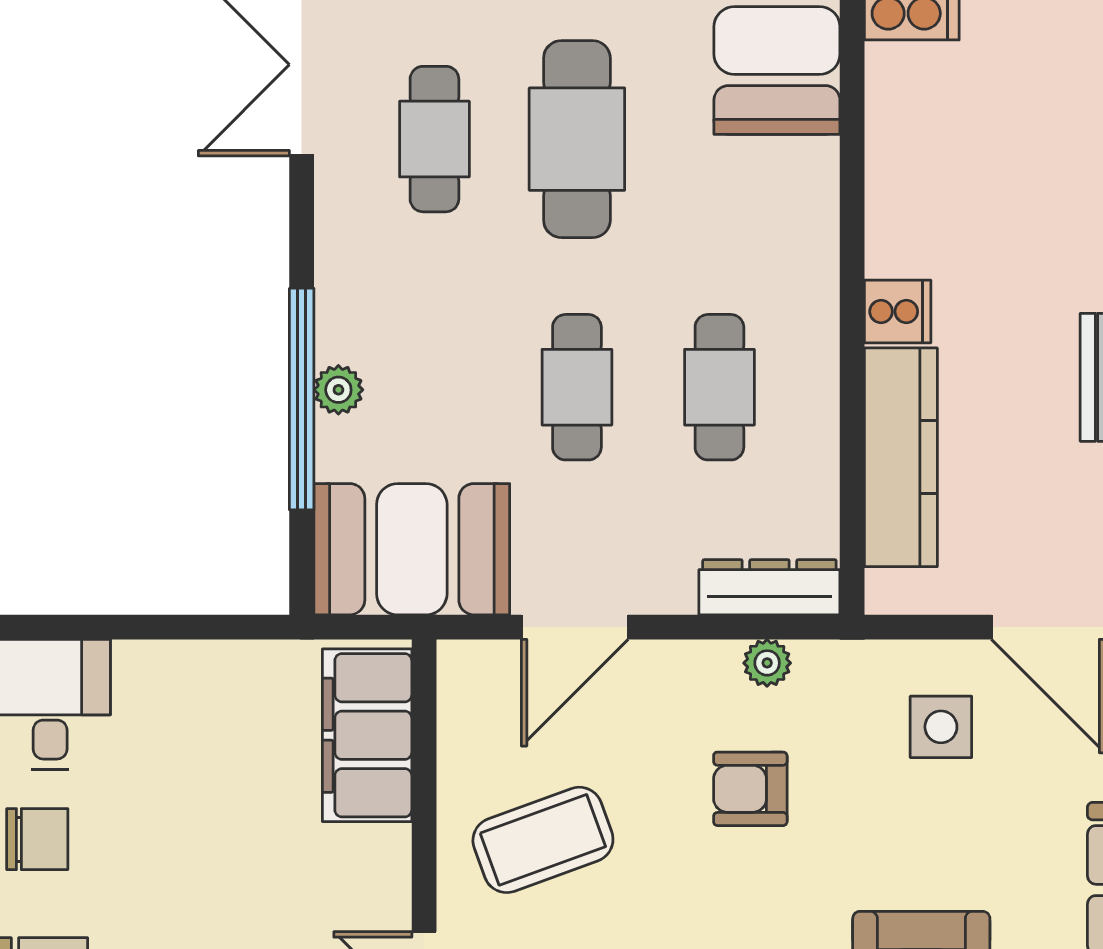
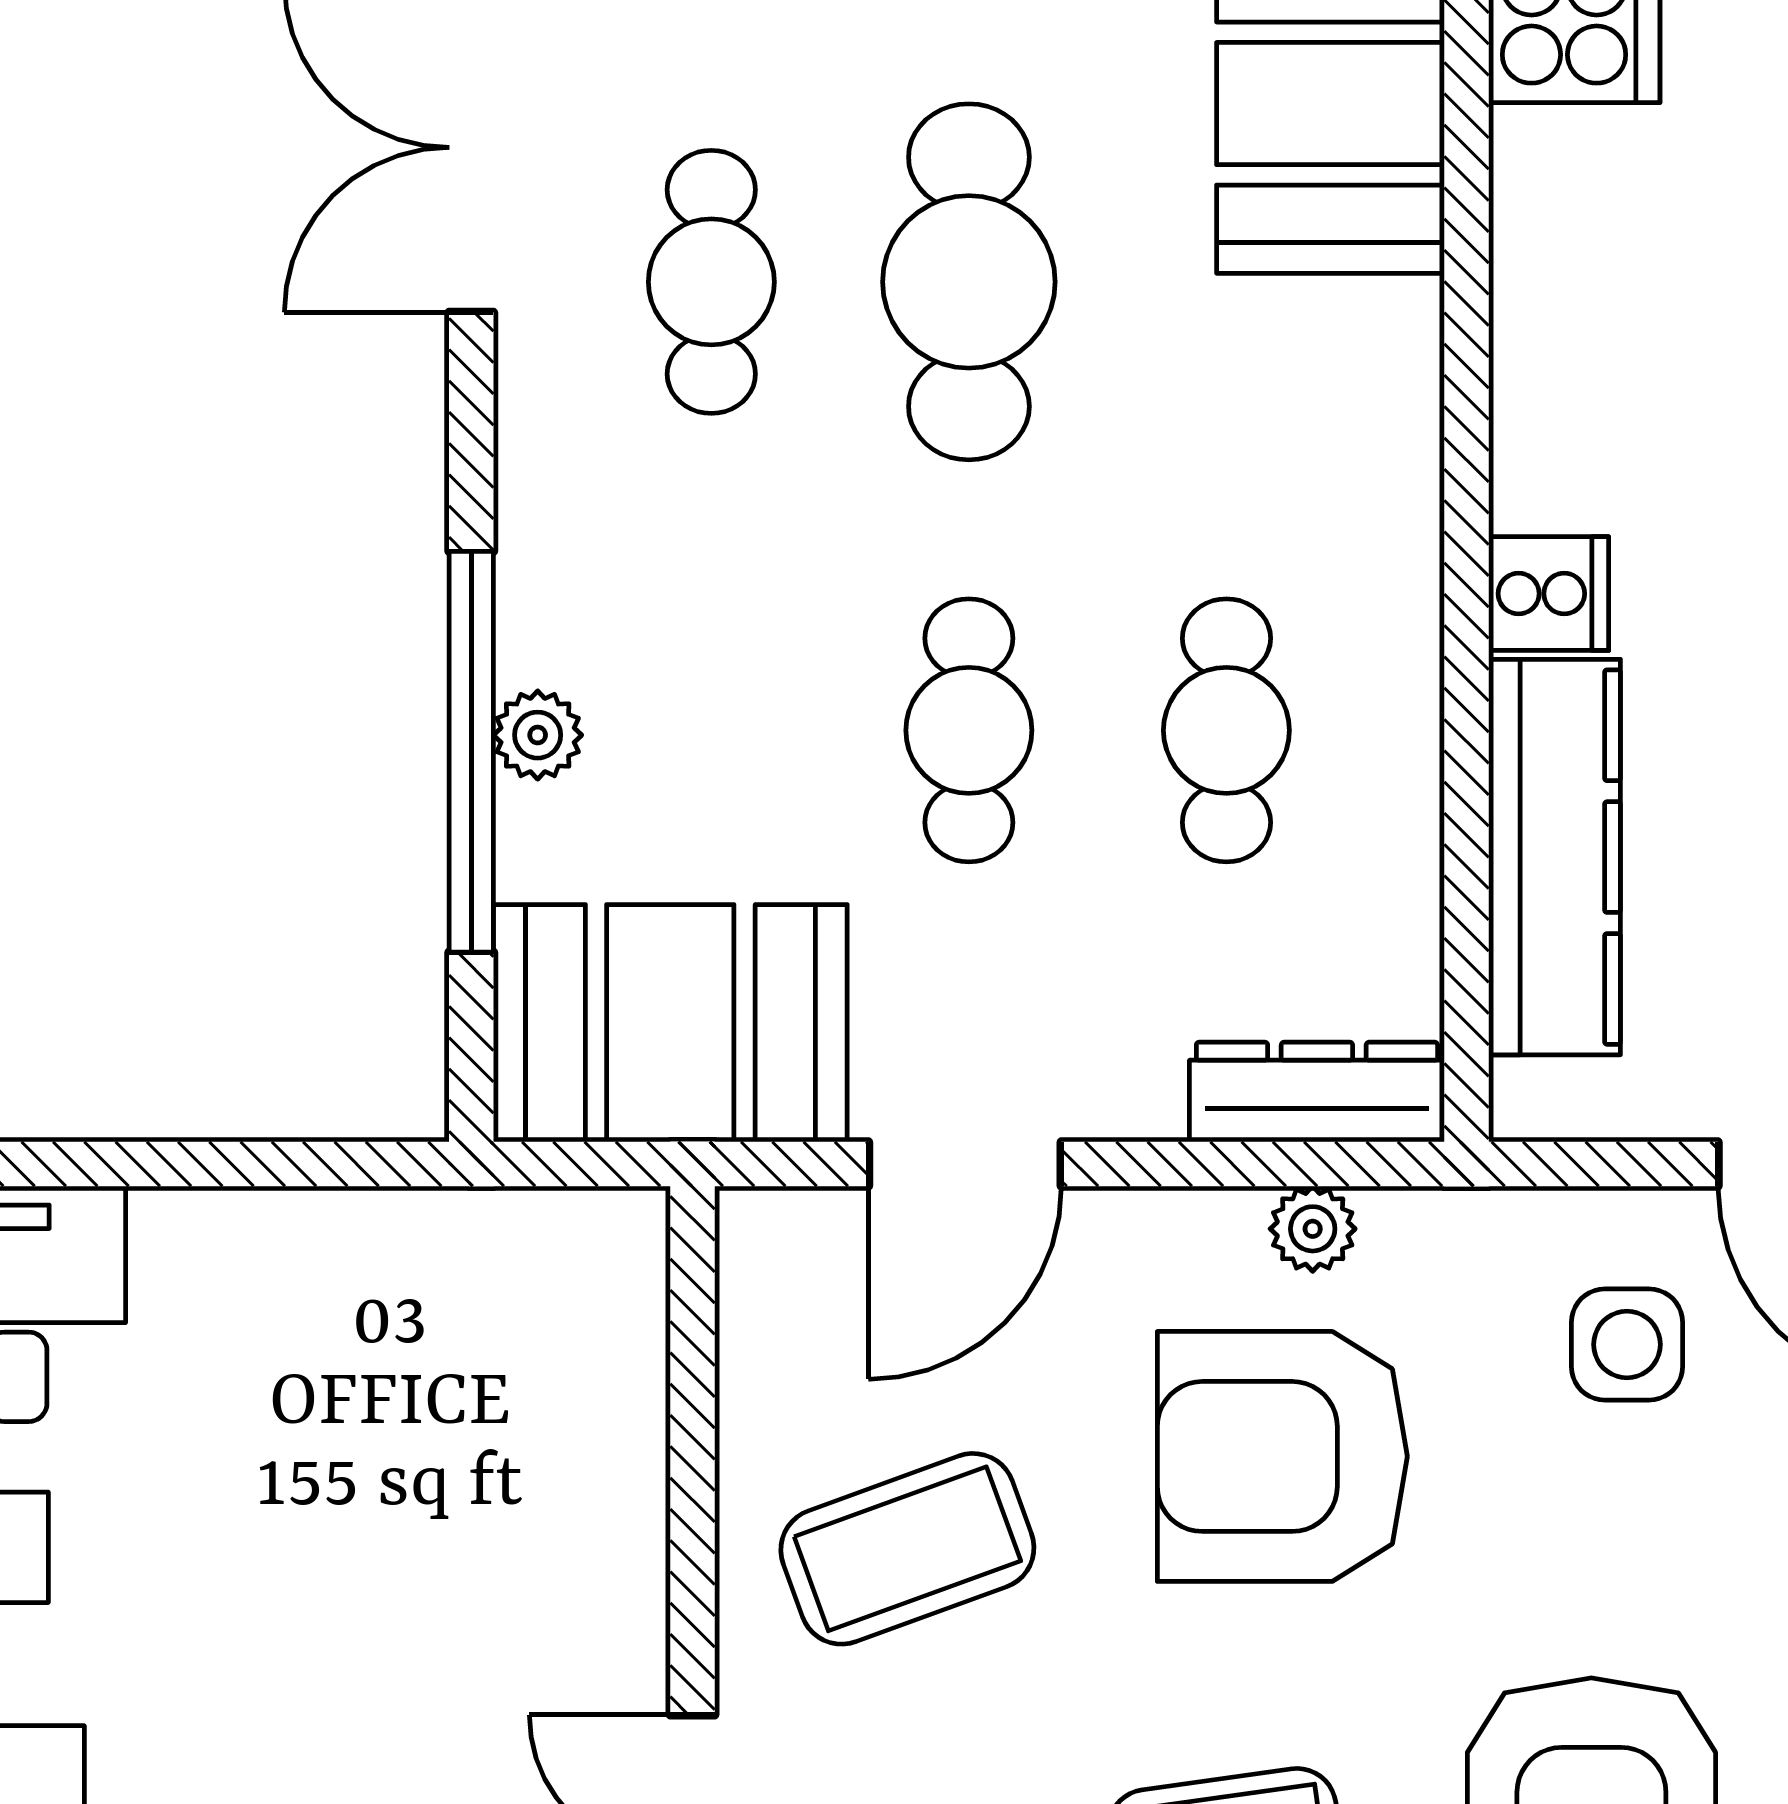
filing cabinet: (367, 735) -> (589, 1360), removed
armchair: (750, 789) -> (1282, 1456), width x1.88, depth x1.88

